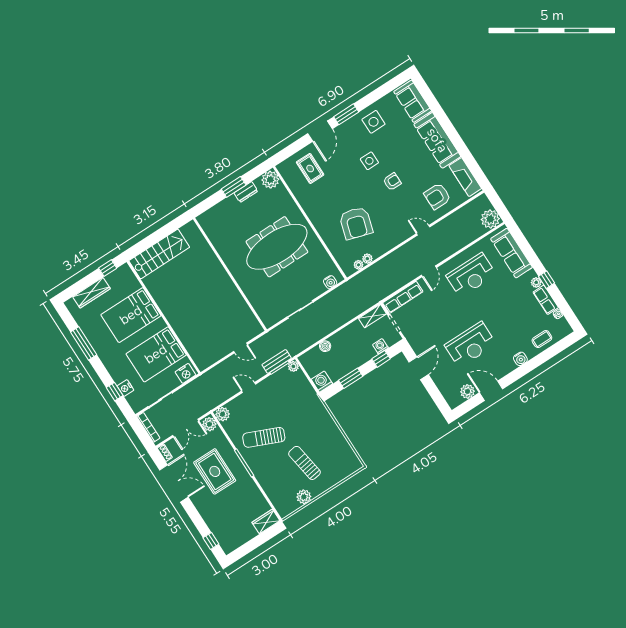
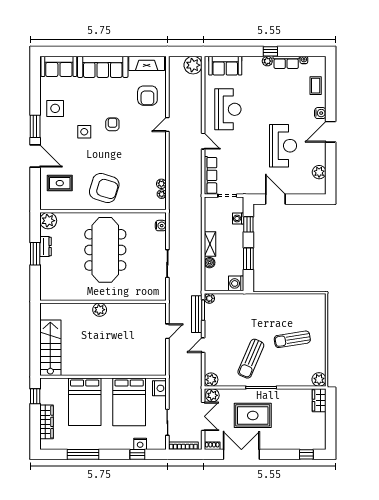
armchair: (356, 223) -> (104, 188), moved
sofa: (511, 253) -> (225, 66), width x0.73
plant: (221, 276) -> (100, 310), added
shelving: (373, 316) -> (210, 244), moved
bench: (277, 361) -> (197, 314), width x1.36
door: (491, 391) -> (331, 132), moved
plant: (304, 497) -> (319, 379), moved

